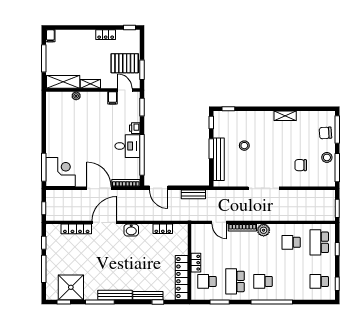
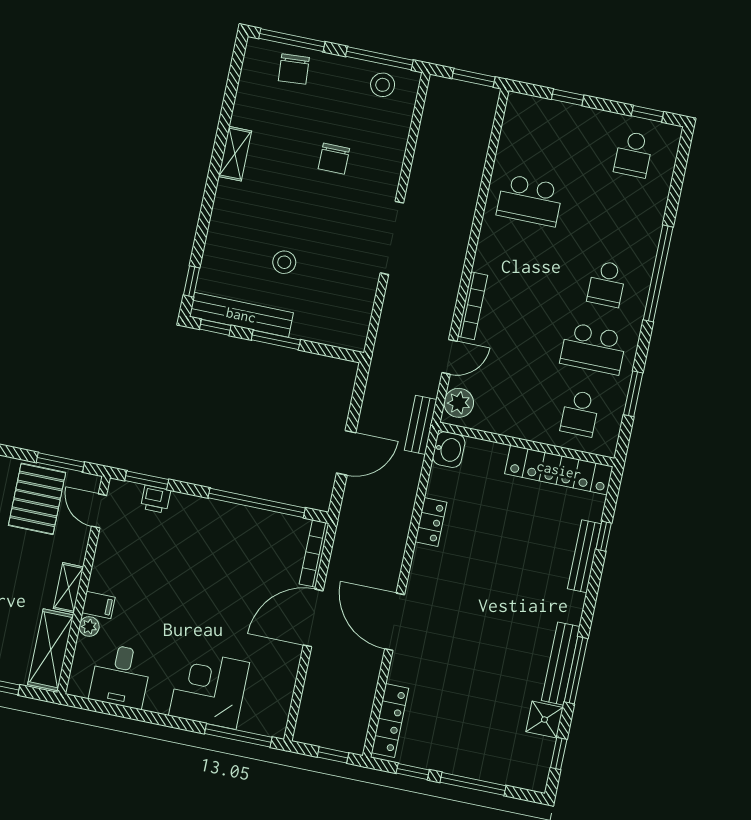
door: (125, 90) -> (99, 511), hinge flipped
filing cabinet: (112, 98) -> (98, 605), moved
printer: (135, 128) -> (156, 499), moved
desk: (127, 146) -> (121, 676), moved, turned 180
stool: (327, 157) -> (383, 85), moved
bench: (219, 159) -> (241, 315), moved
chair: (301, 165) -> (334, 159), moved
corner desk: (60, 172) -> (209, 689), moved
door: (159, 188) -> (346, 453), moved
bench: (193, 194) -> (421, 425), moved
locker: (76, 229) -> (390, 720), moved
locker: (163, 229) -> (431, 522), moved
washbasin: (131, 230) -> (449, 450), moved
plant: (264, 230) -> (459, 403), moved
school desk: (291, 242) -> (530, 200), width x1.85
school desk: (319, 242) -> (543, 136), removed
locker: (196, 263) -> (531, 430), removed
shower: (71, 287) -> (544, 720), width x0.54, depth x0.54
bench: (115, 295) -> (561, 664), moved

